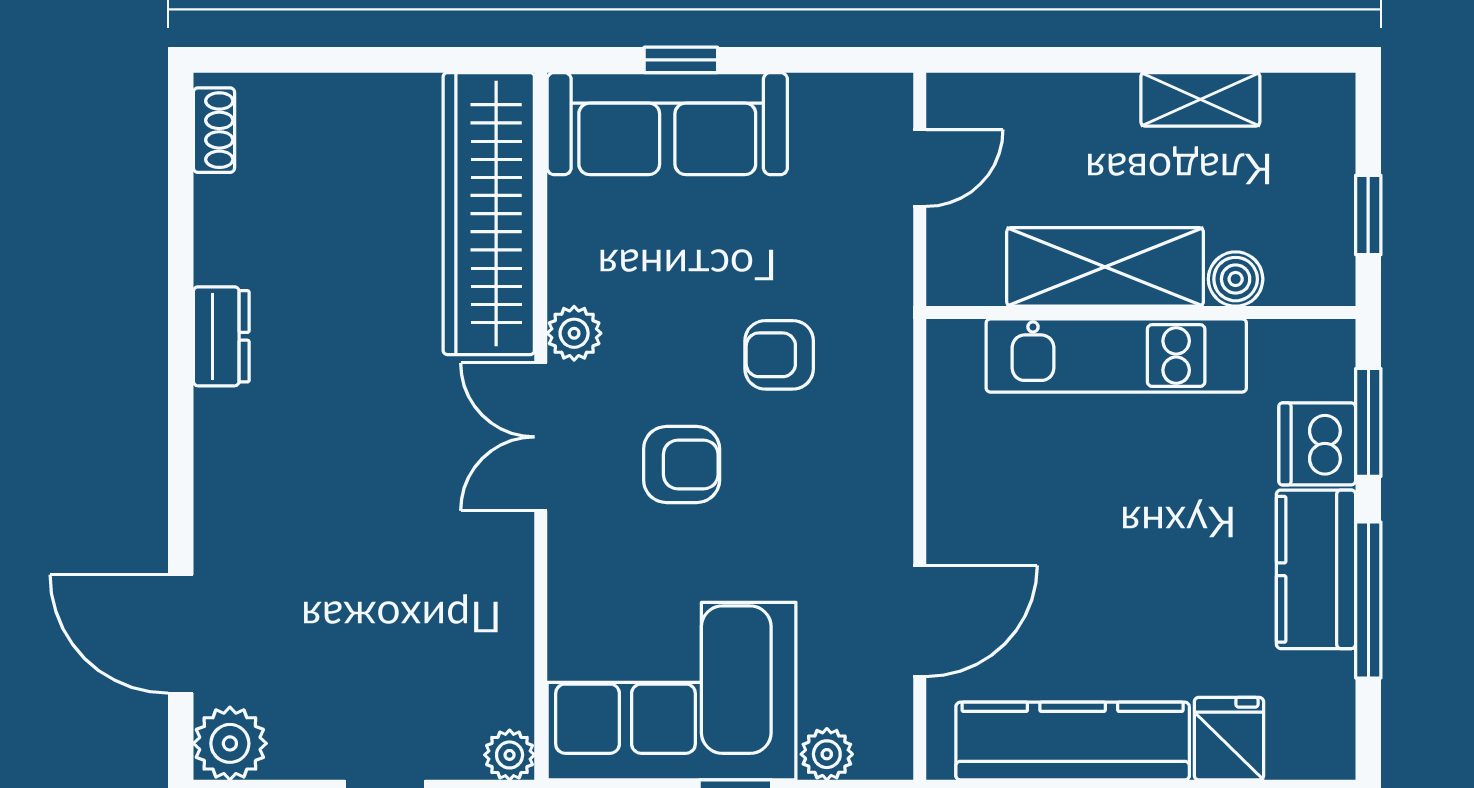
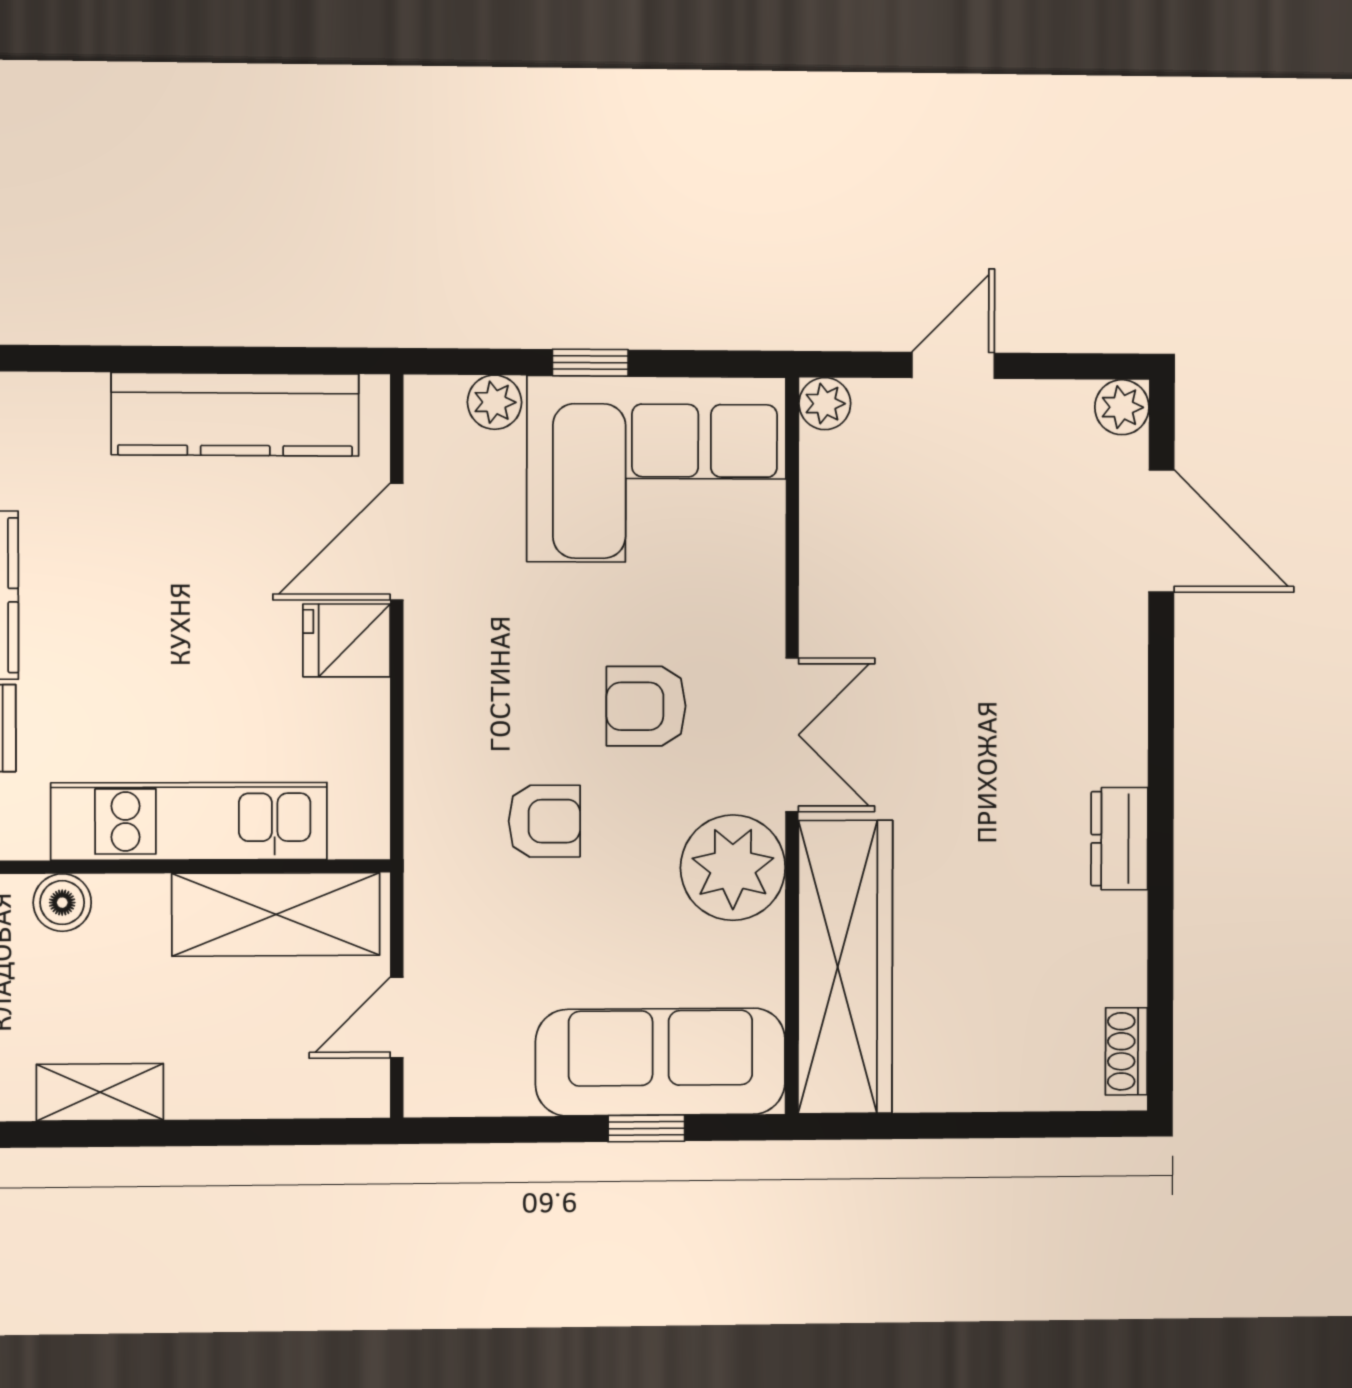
shelving: (1105, 267) -> (276, 914), moved
plant: (574, 333) -> (733, 868), width x1.87, depth x1.87
fridge: (1229, 739) -> (347, 640), moved, turned 90
plant: (230, 743) -> (1122, 407), width x0.73, depth x0.73

